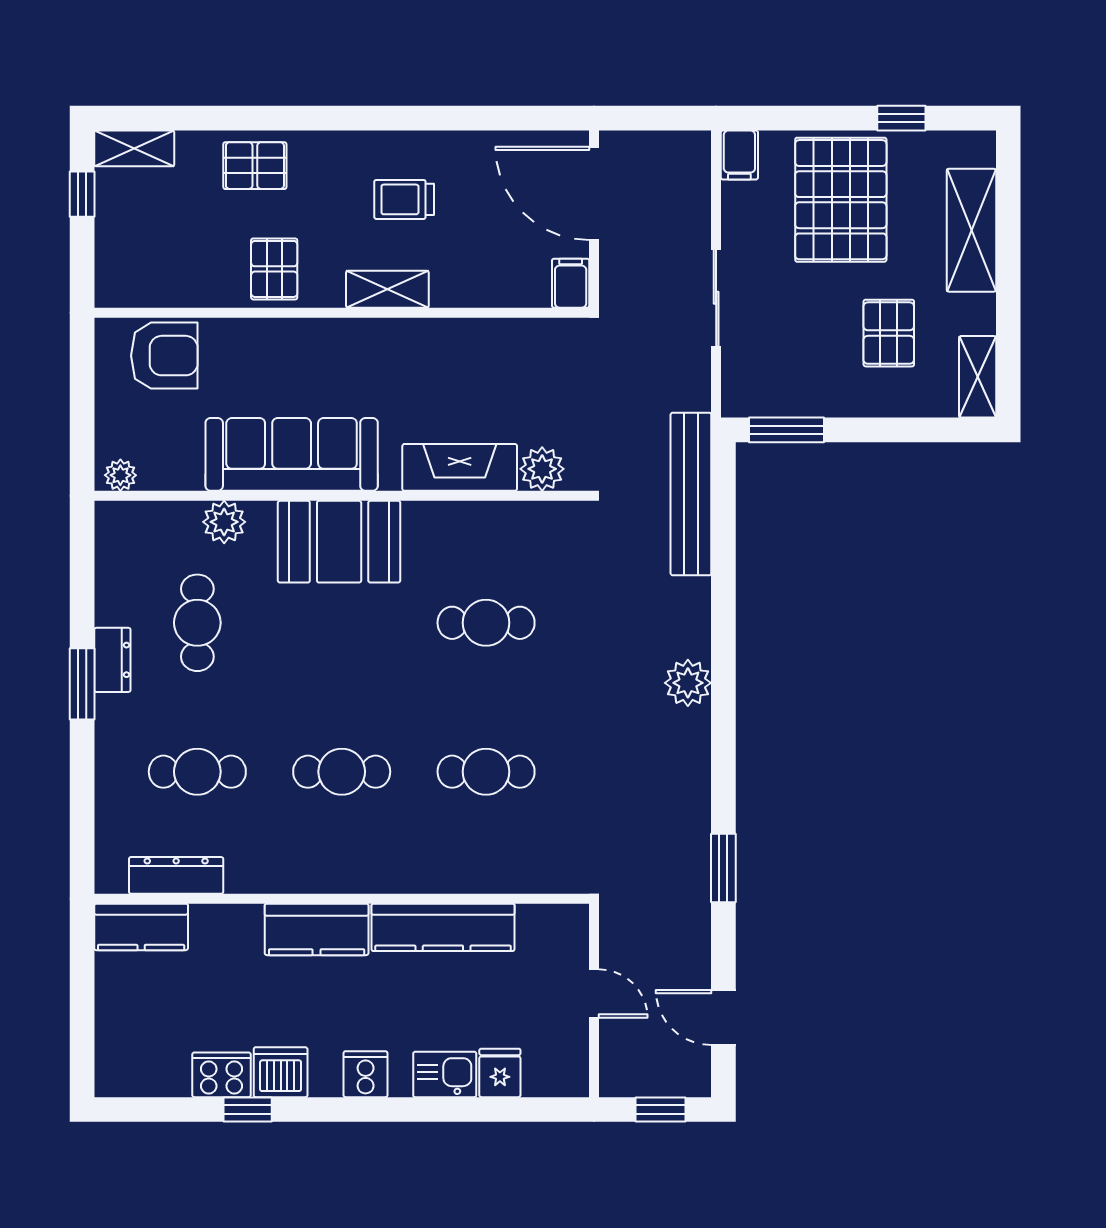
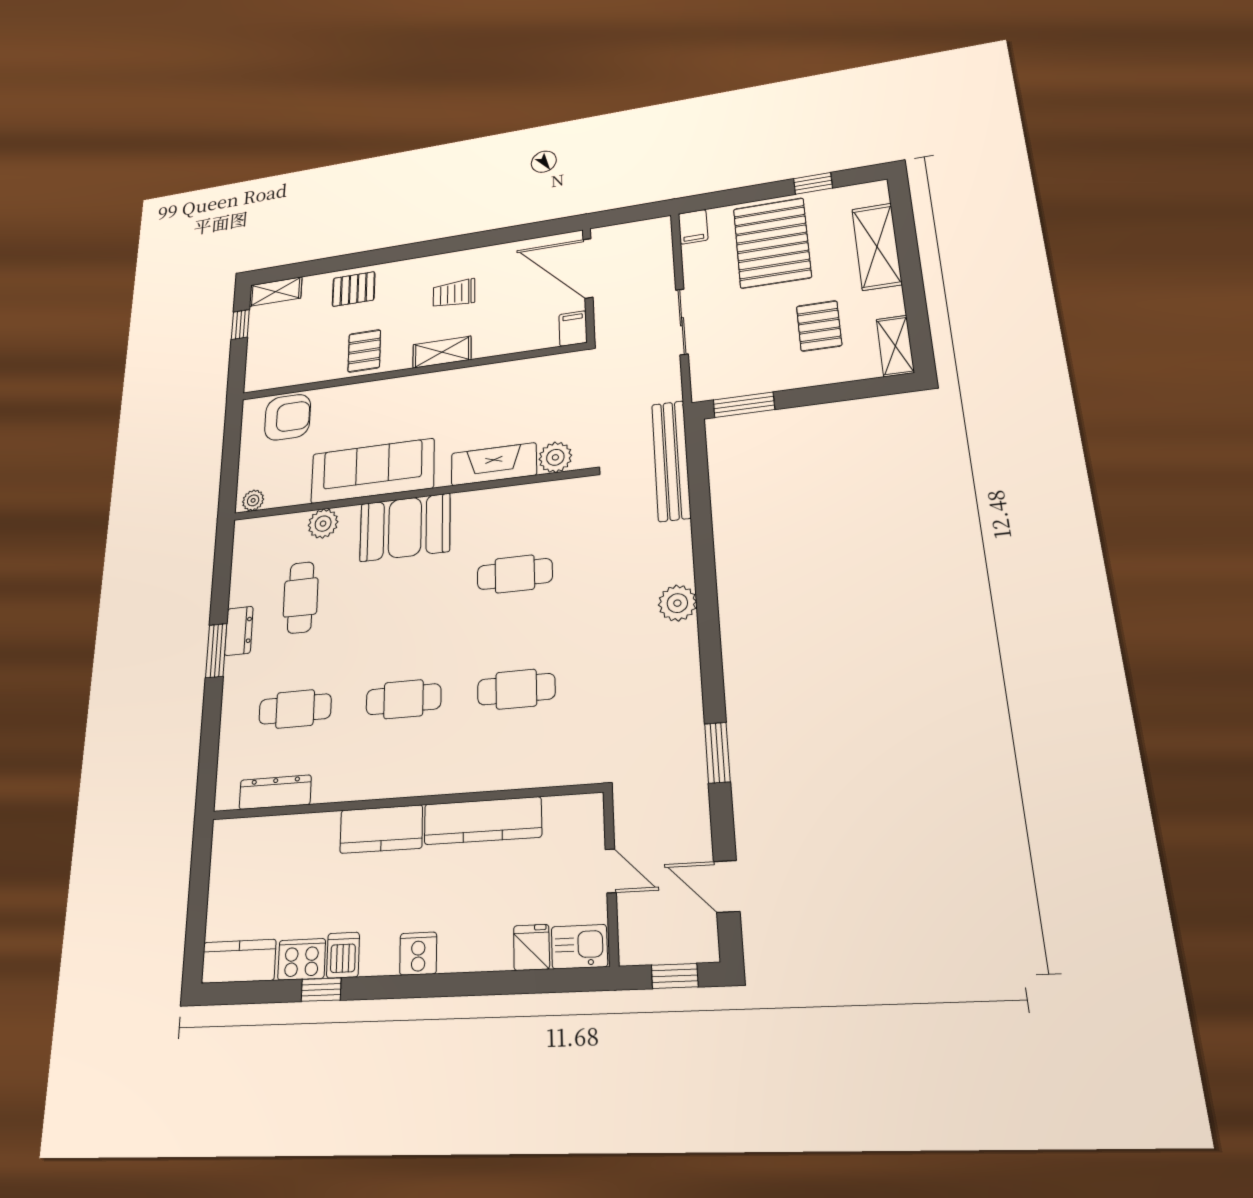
kitchen counter: (141, 927) -> (239, 961), moved, turned 180
dishwasher: (281, 1072) -> (343, 955), width x0.73
kitchen sink: (445, 1074) -> (579, 947), moved

